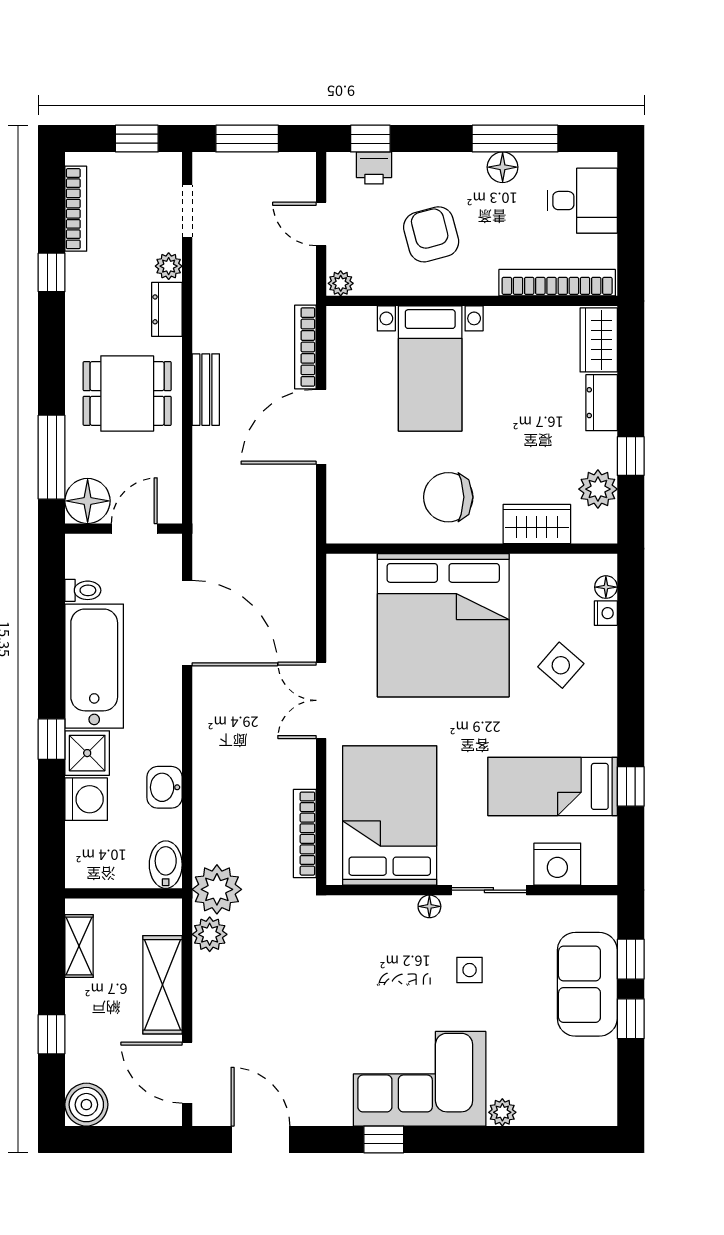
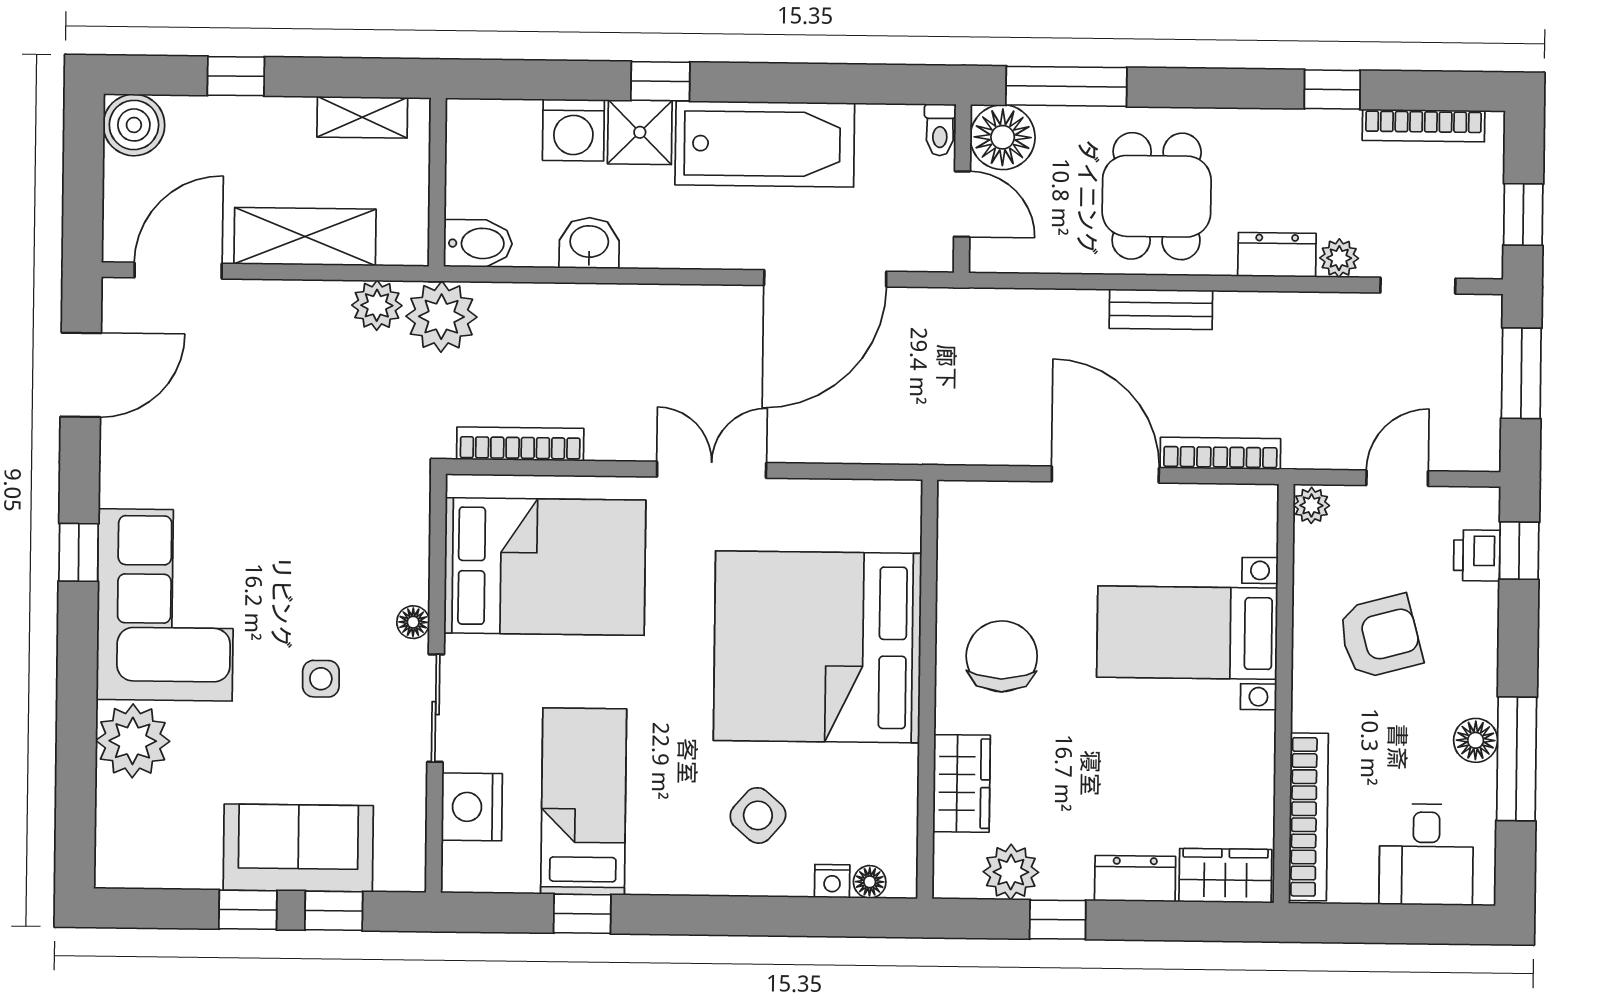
toilet: (83, 590) -> (940, 130), moved
plant: (502, 1112) -> (133, 741), width x1.88, depth x1.88

